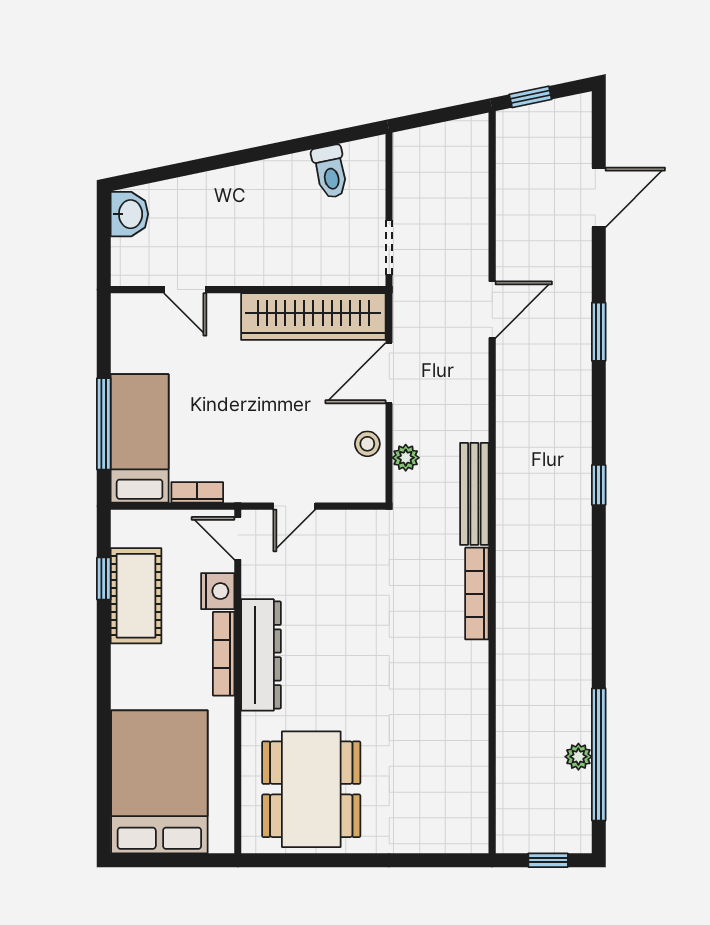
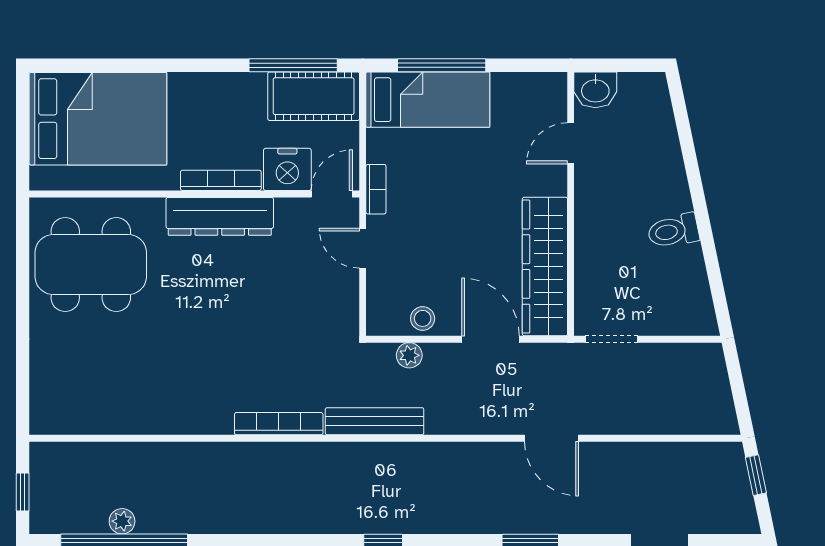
toilet: (330, 172) -> (673, 231), moved
washbasin: (129, 214) -> (595, 90), moved
bookcase: (197, 492) -> (376, 189), moved
window: (104, 579) -> (293, 65), width x2.17
nightstand: (218, 591) -> (287, 169), width x1.36, depth x1.33
cot: (136, 596) -> (314, 96), moved

